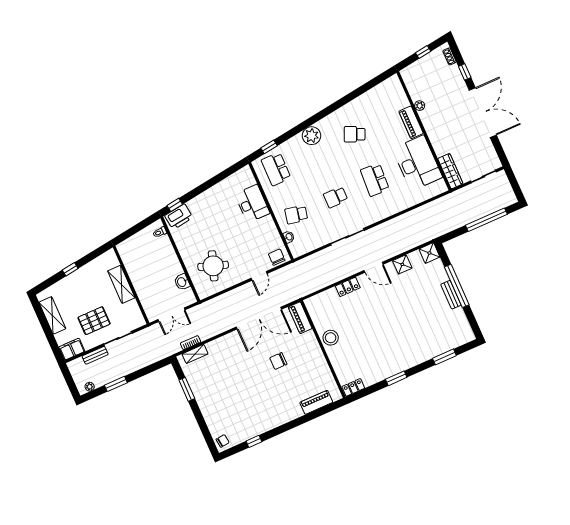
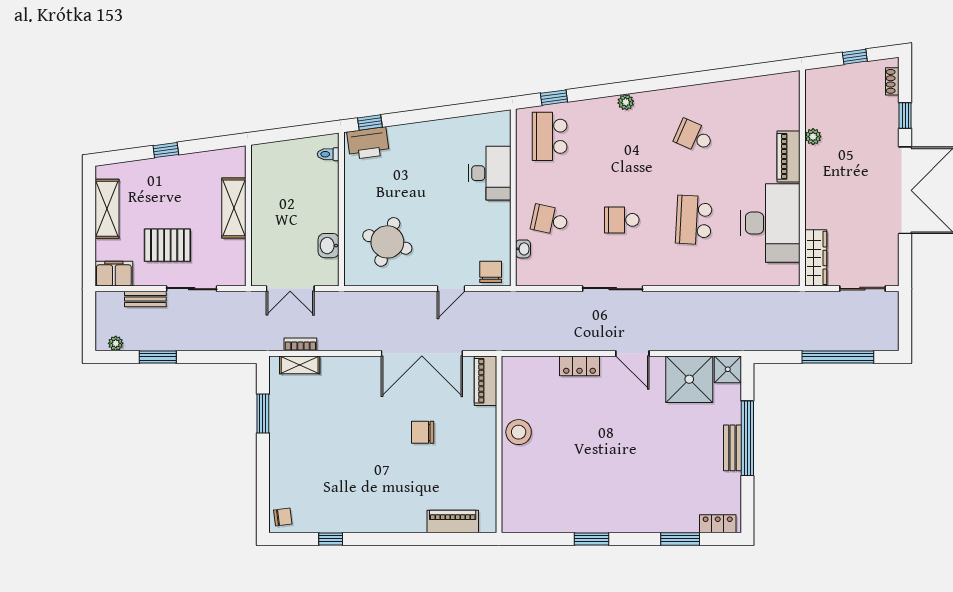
plant: (312, 136) -> (626, 102), width x0.53, depth x0.53
shower: (402, 264) -> (689, 379), width x1.86, depth x1.86
locker: (353, 387) -> (718, 524), moved

